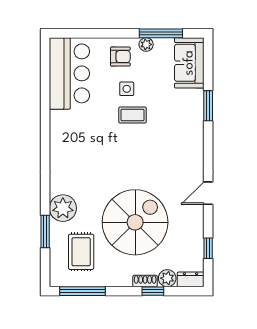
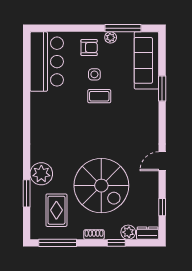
sofa: (189, 63) -> (146, 60), width x1.36
spiral stairs: (135, 222) -> (101, 186), turned 90
shoe rack: (145, 281) -> (94, 235), moved

